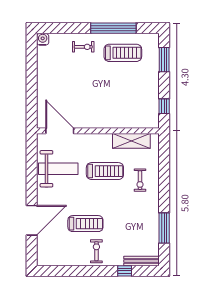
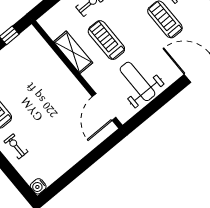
shelving: (131, 141) -> (73, 52), moved

